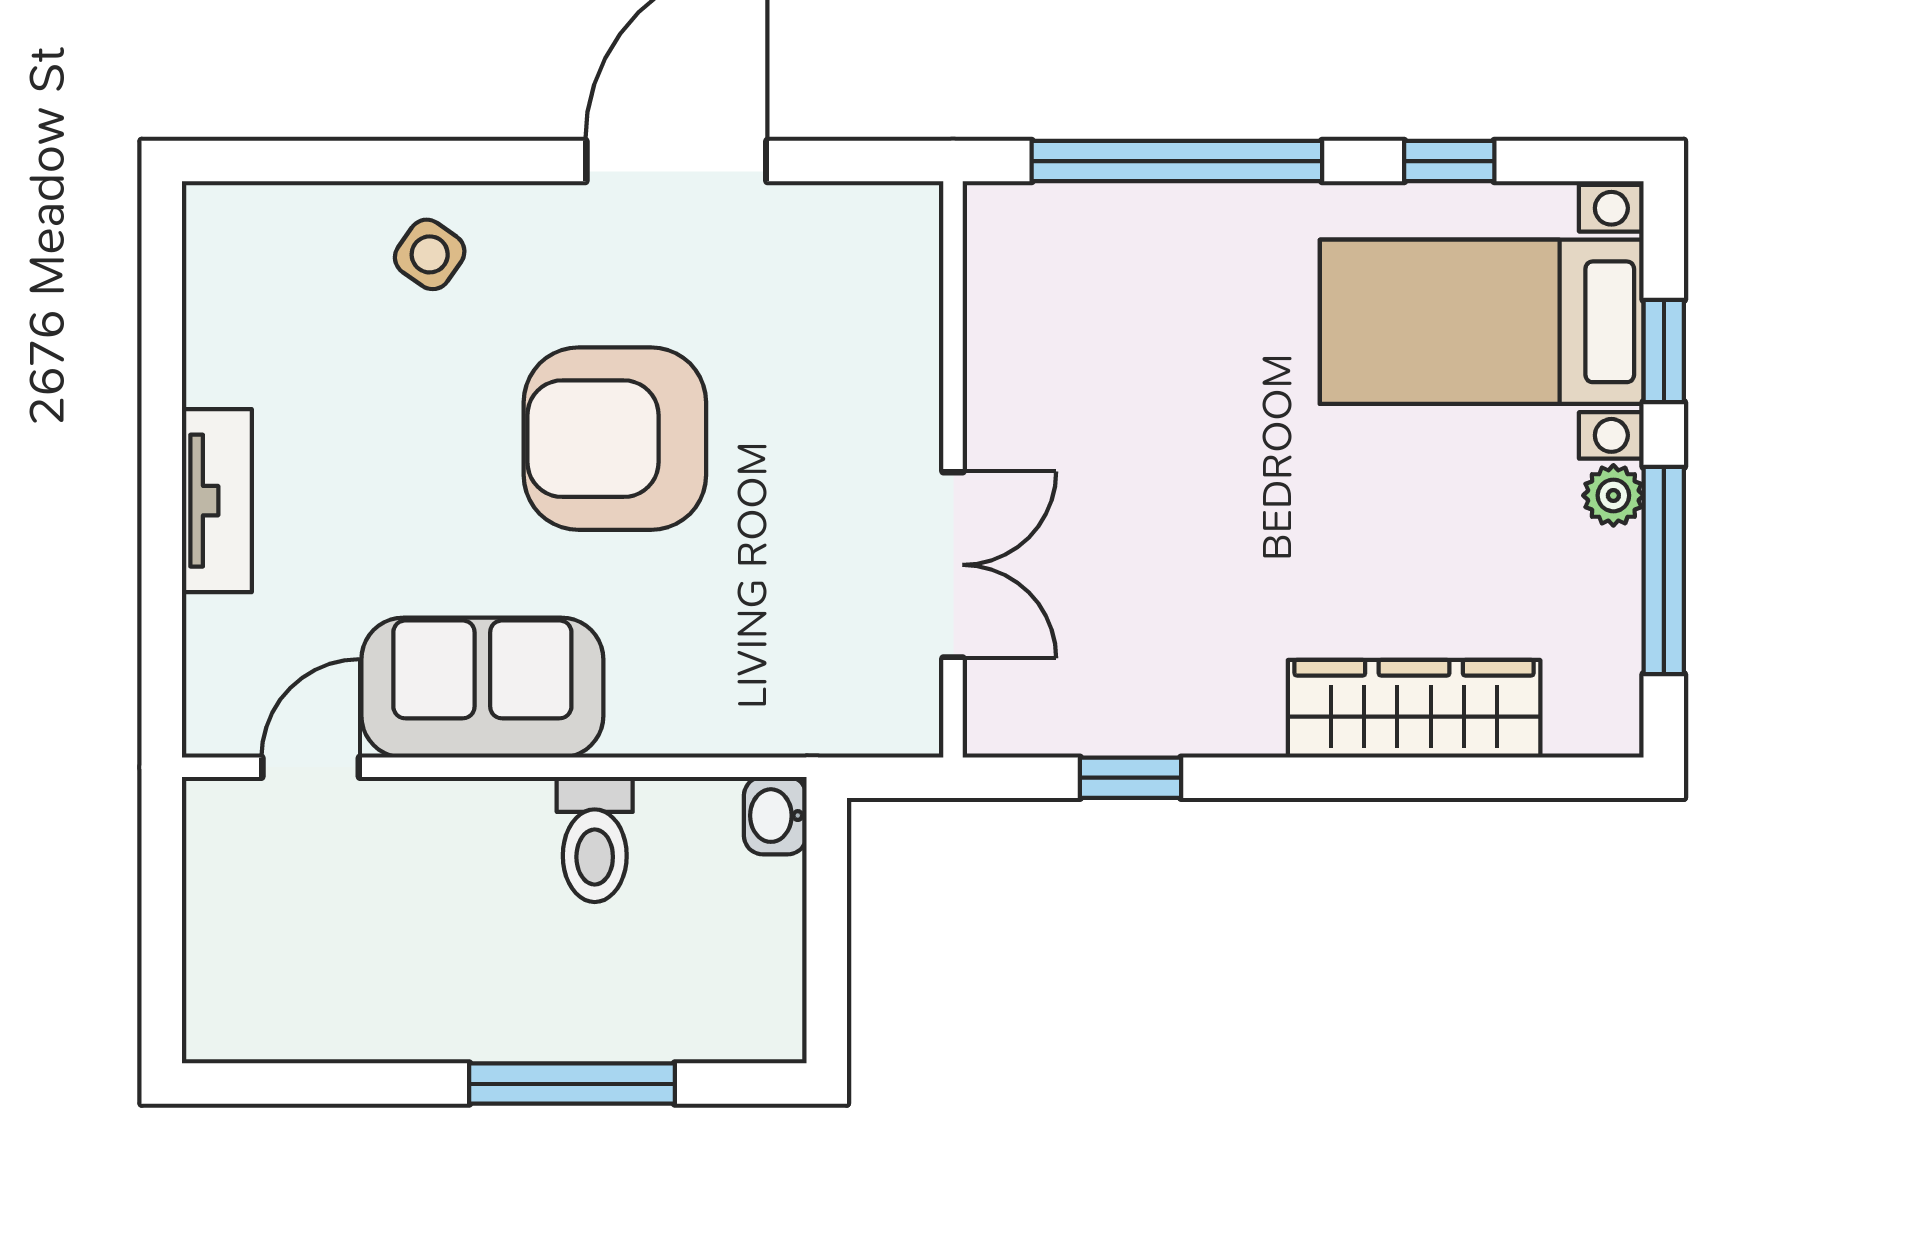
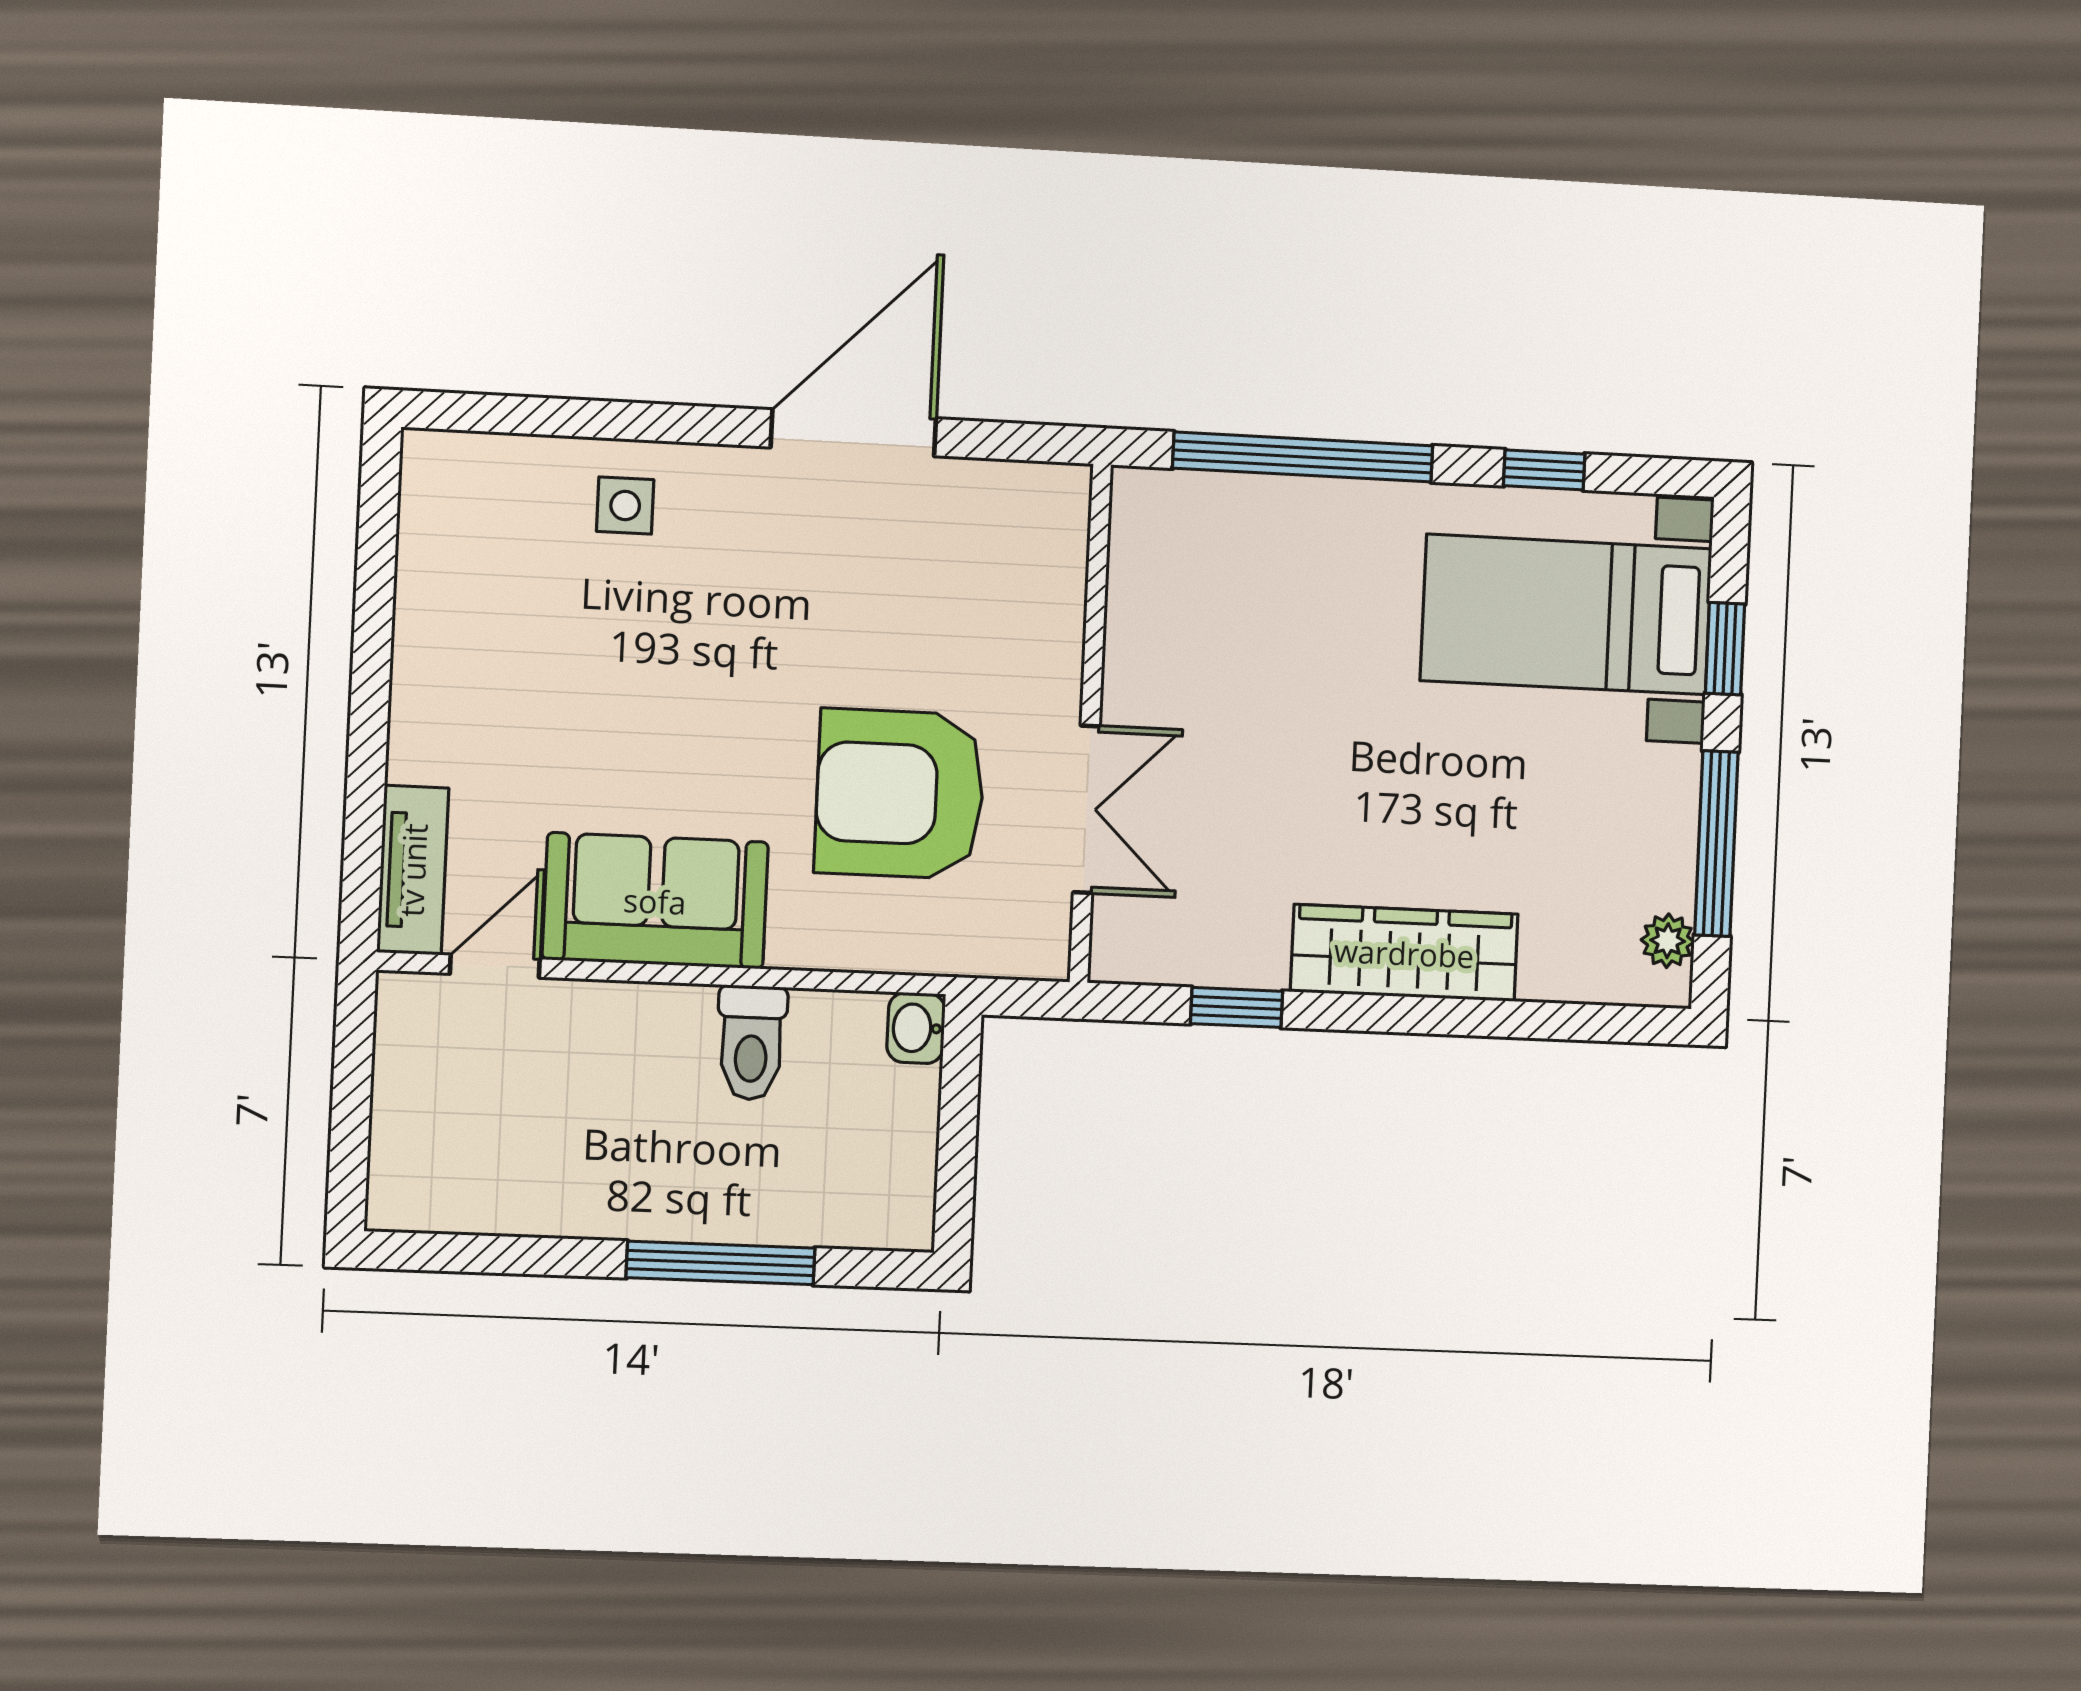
side table: (430, 254) -> (625, 506), turned -35
armchair: (615, 439) -> (900, 794), moved
plant: (1613, 495) -> (1668, 941), moved
tv unit: (217, 501) -> (413, 870), moved
wardrobe: (1414, 709) -> (1404, 953), moved

